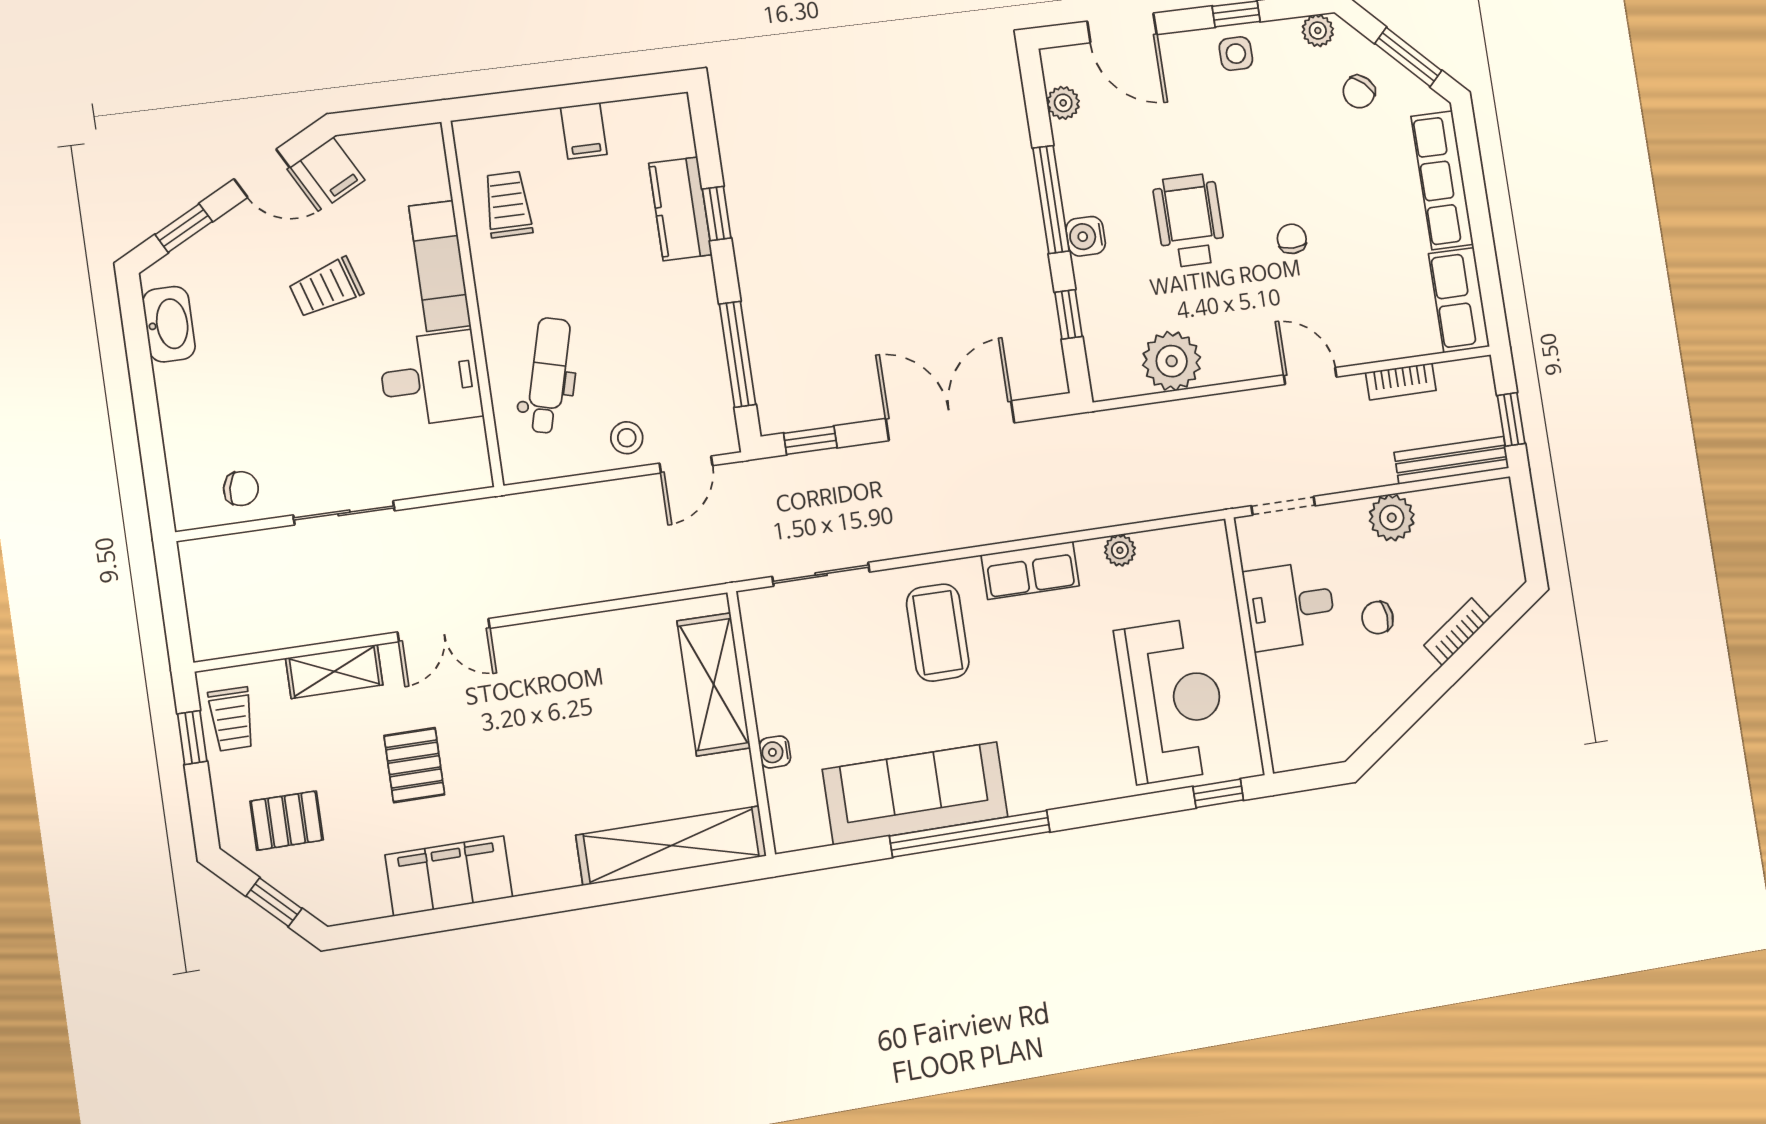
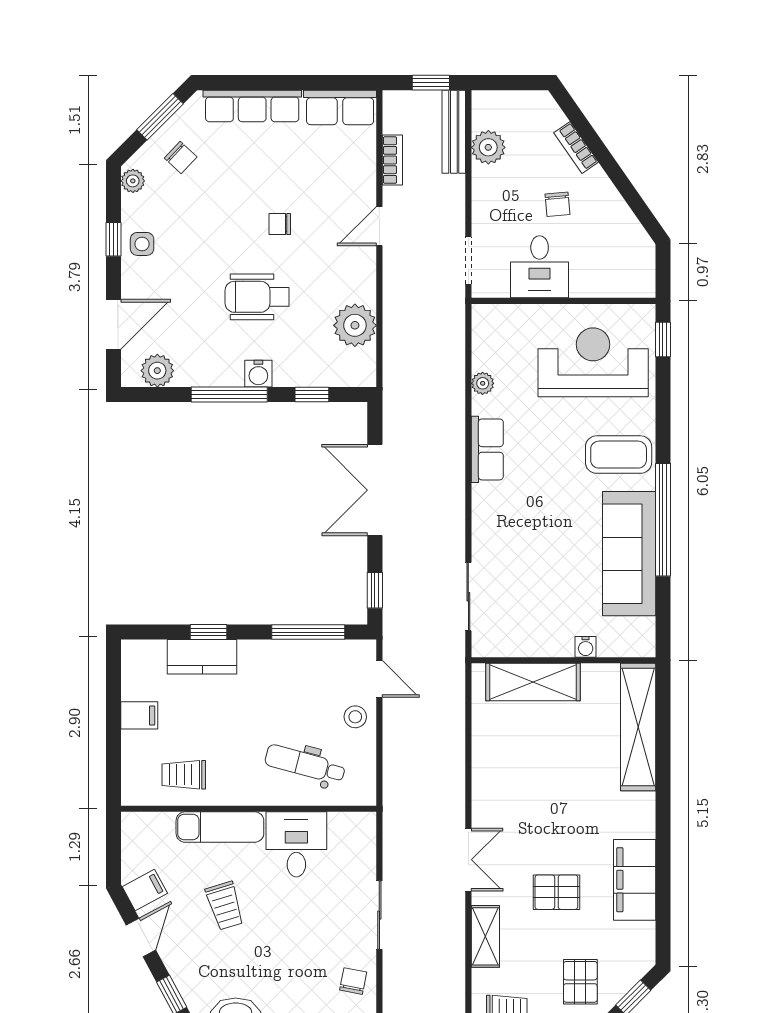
plant: (1063, 103) -> (157, 371), width x1.38, depth x1.38
plant: (1392, 518) -> (488, 147), moved
coffee table: (938, 633) -> (619, 455), moved

